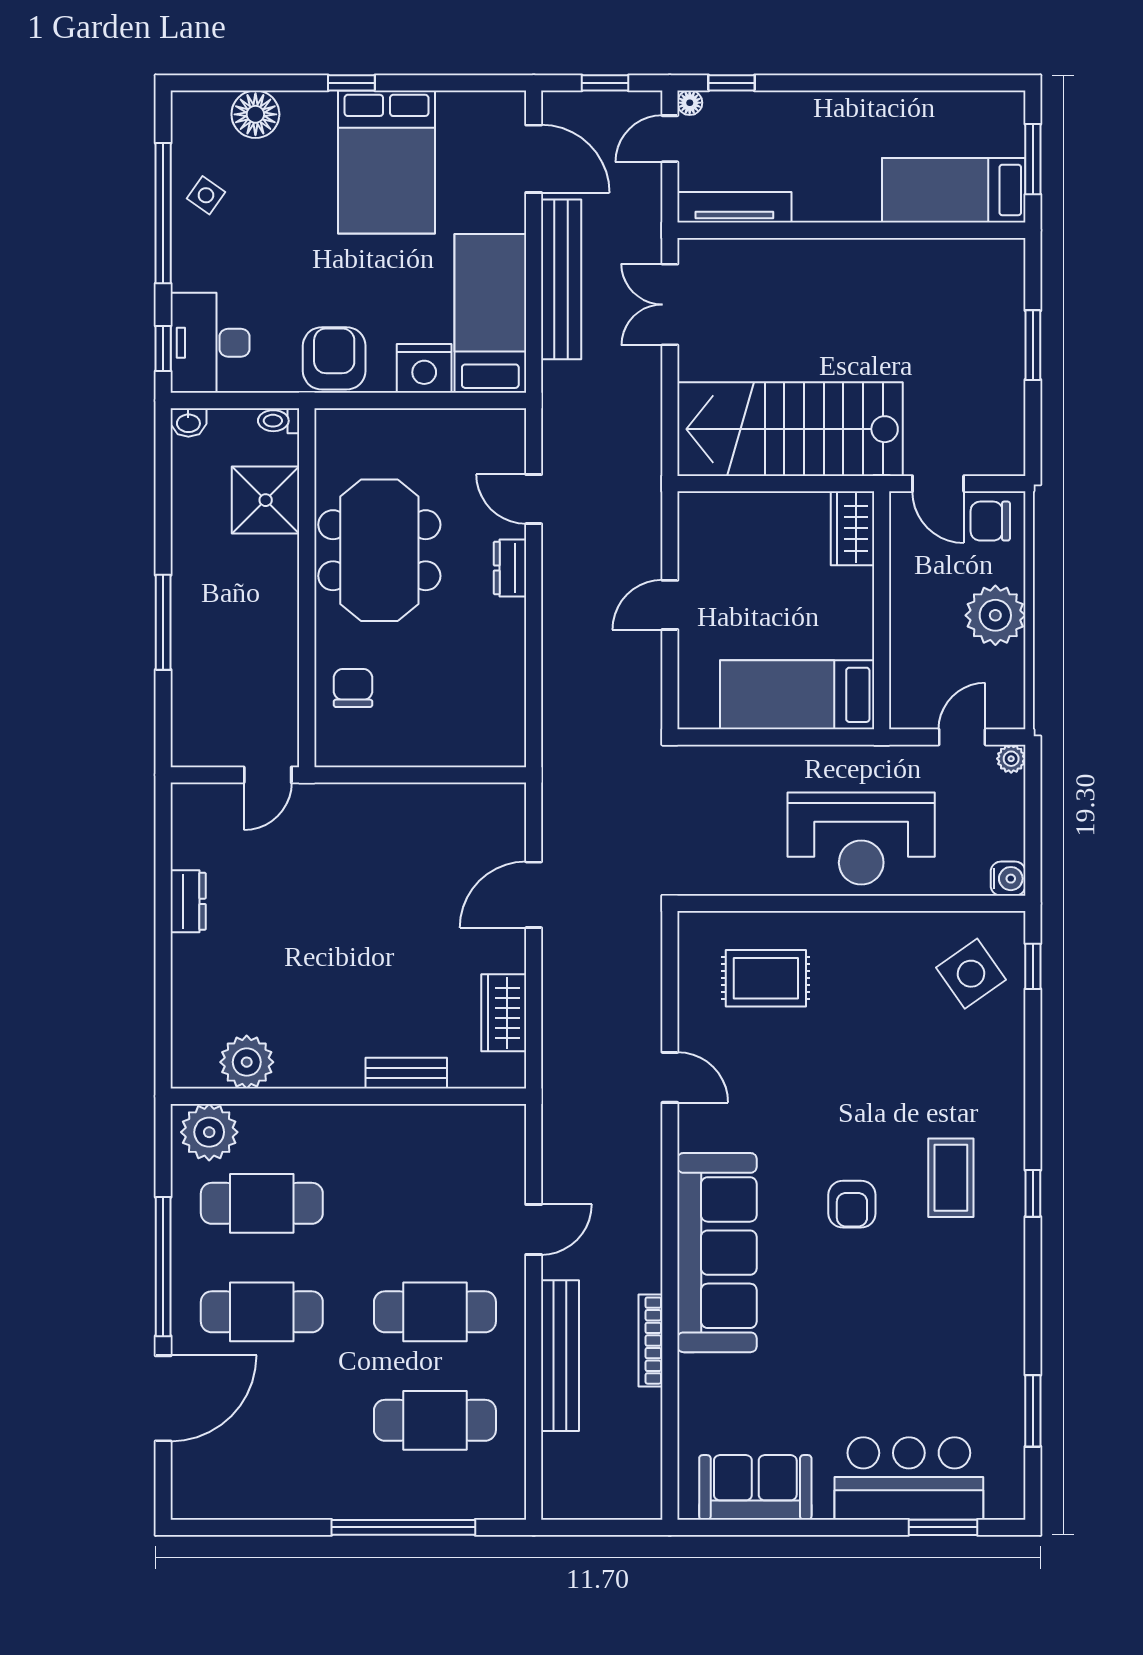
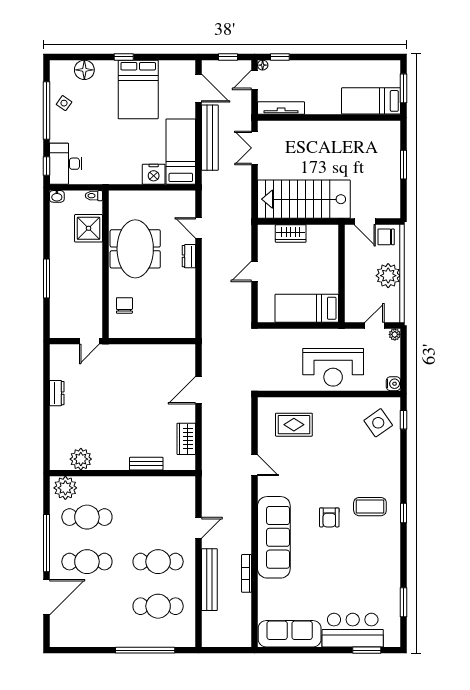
armchair: (334, 358) -> (117, 170), removed
wardrobe: (852, 528) -> (291, 233), moved, turned -90
coffee table: (951, 1178) -> (370, 507), turned 90
sofa: (755, 1487) -> (290, 634), width x1.36

